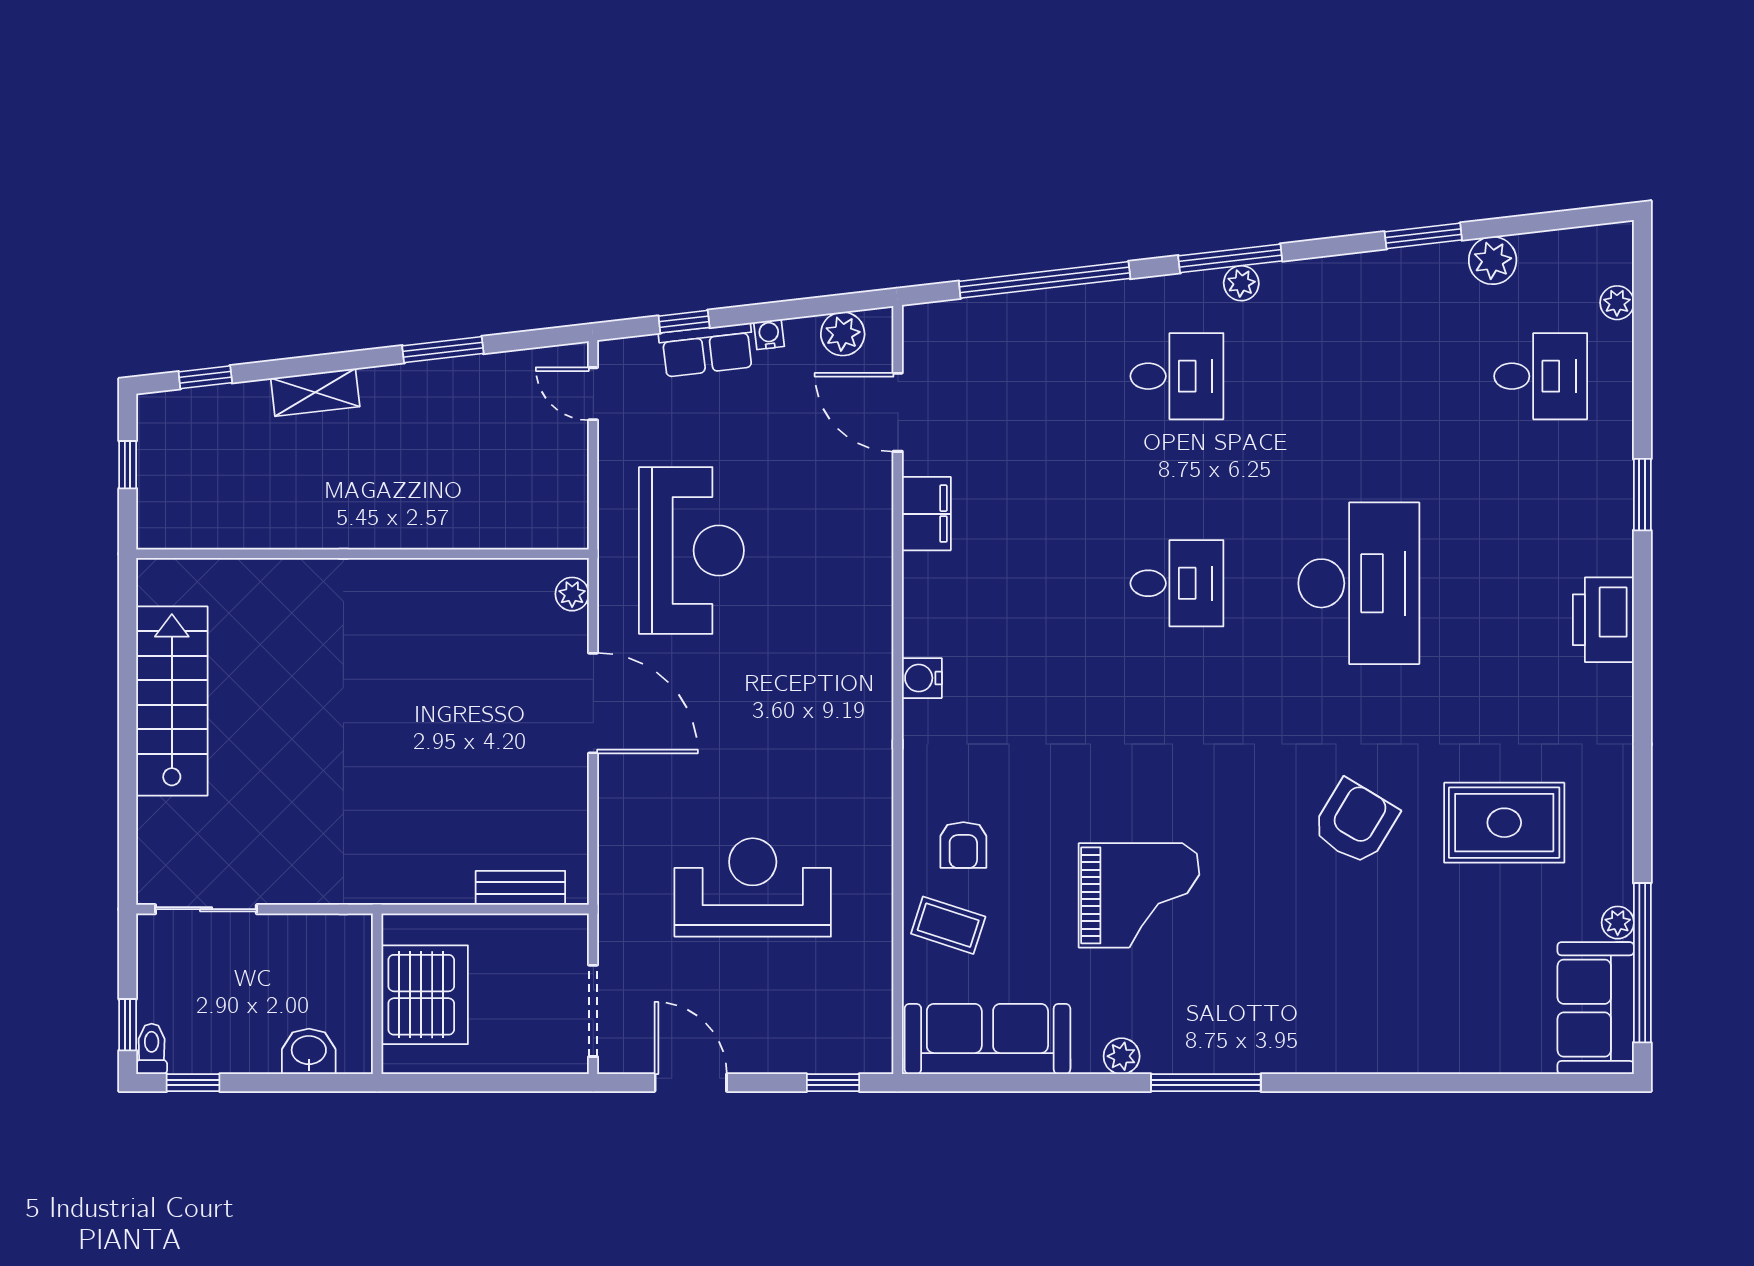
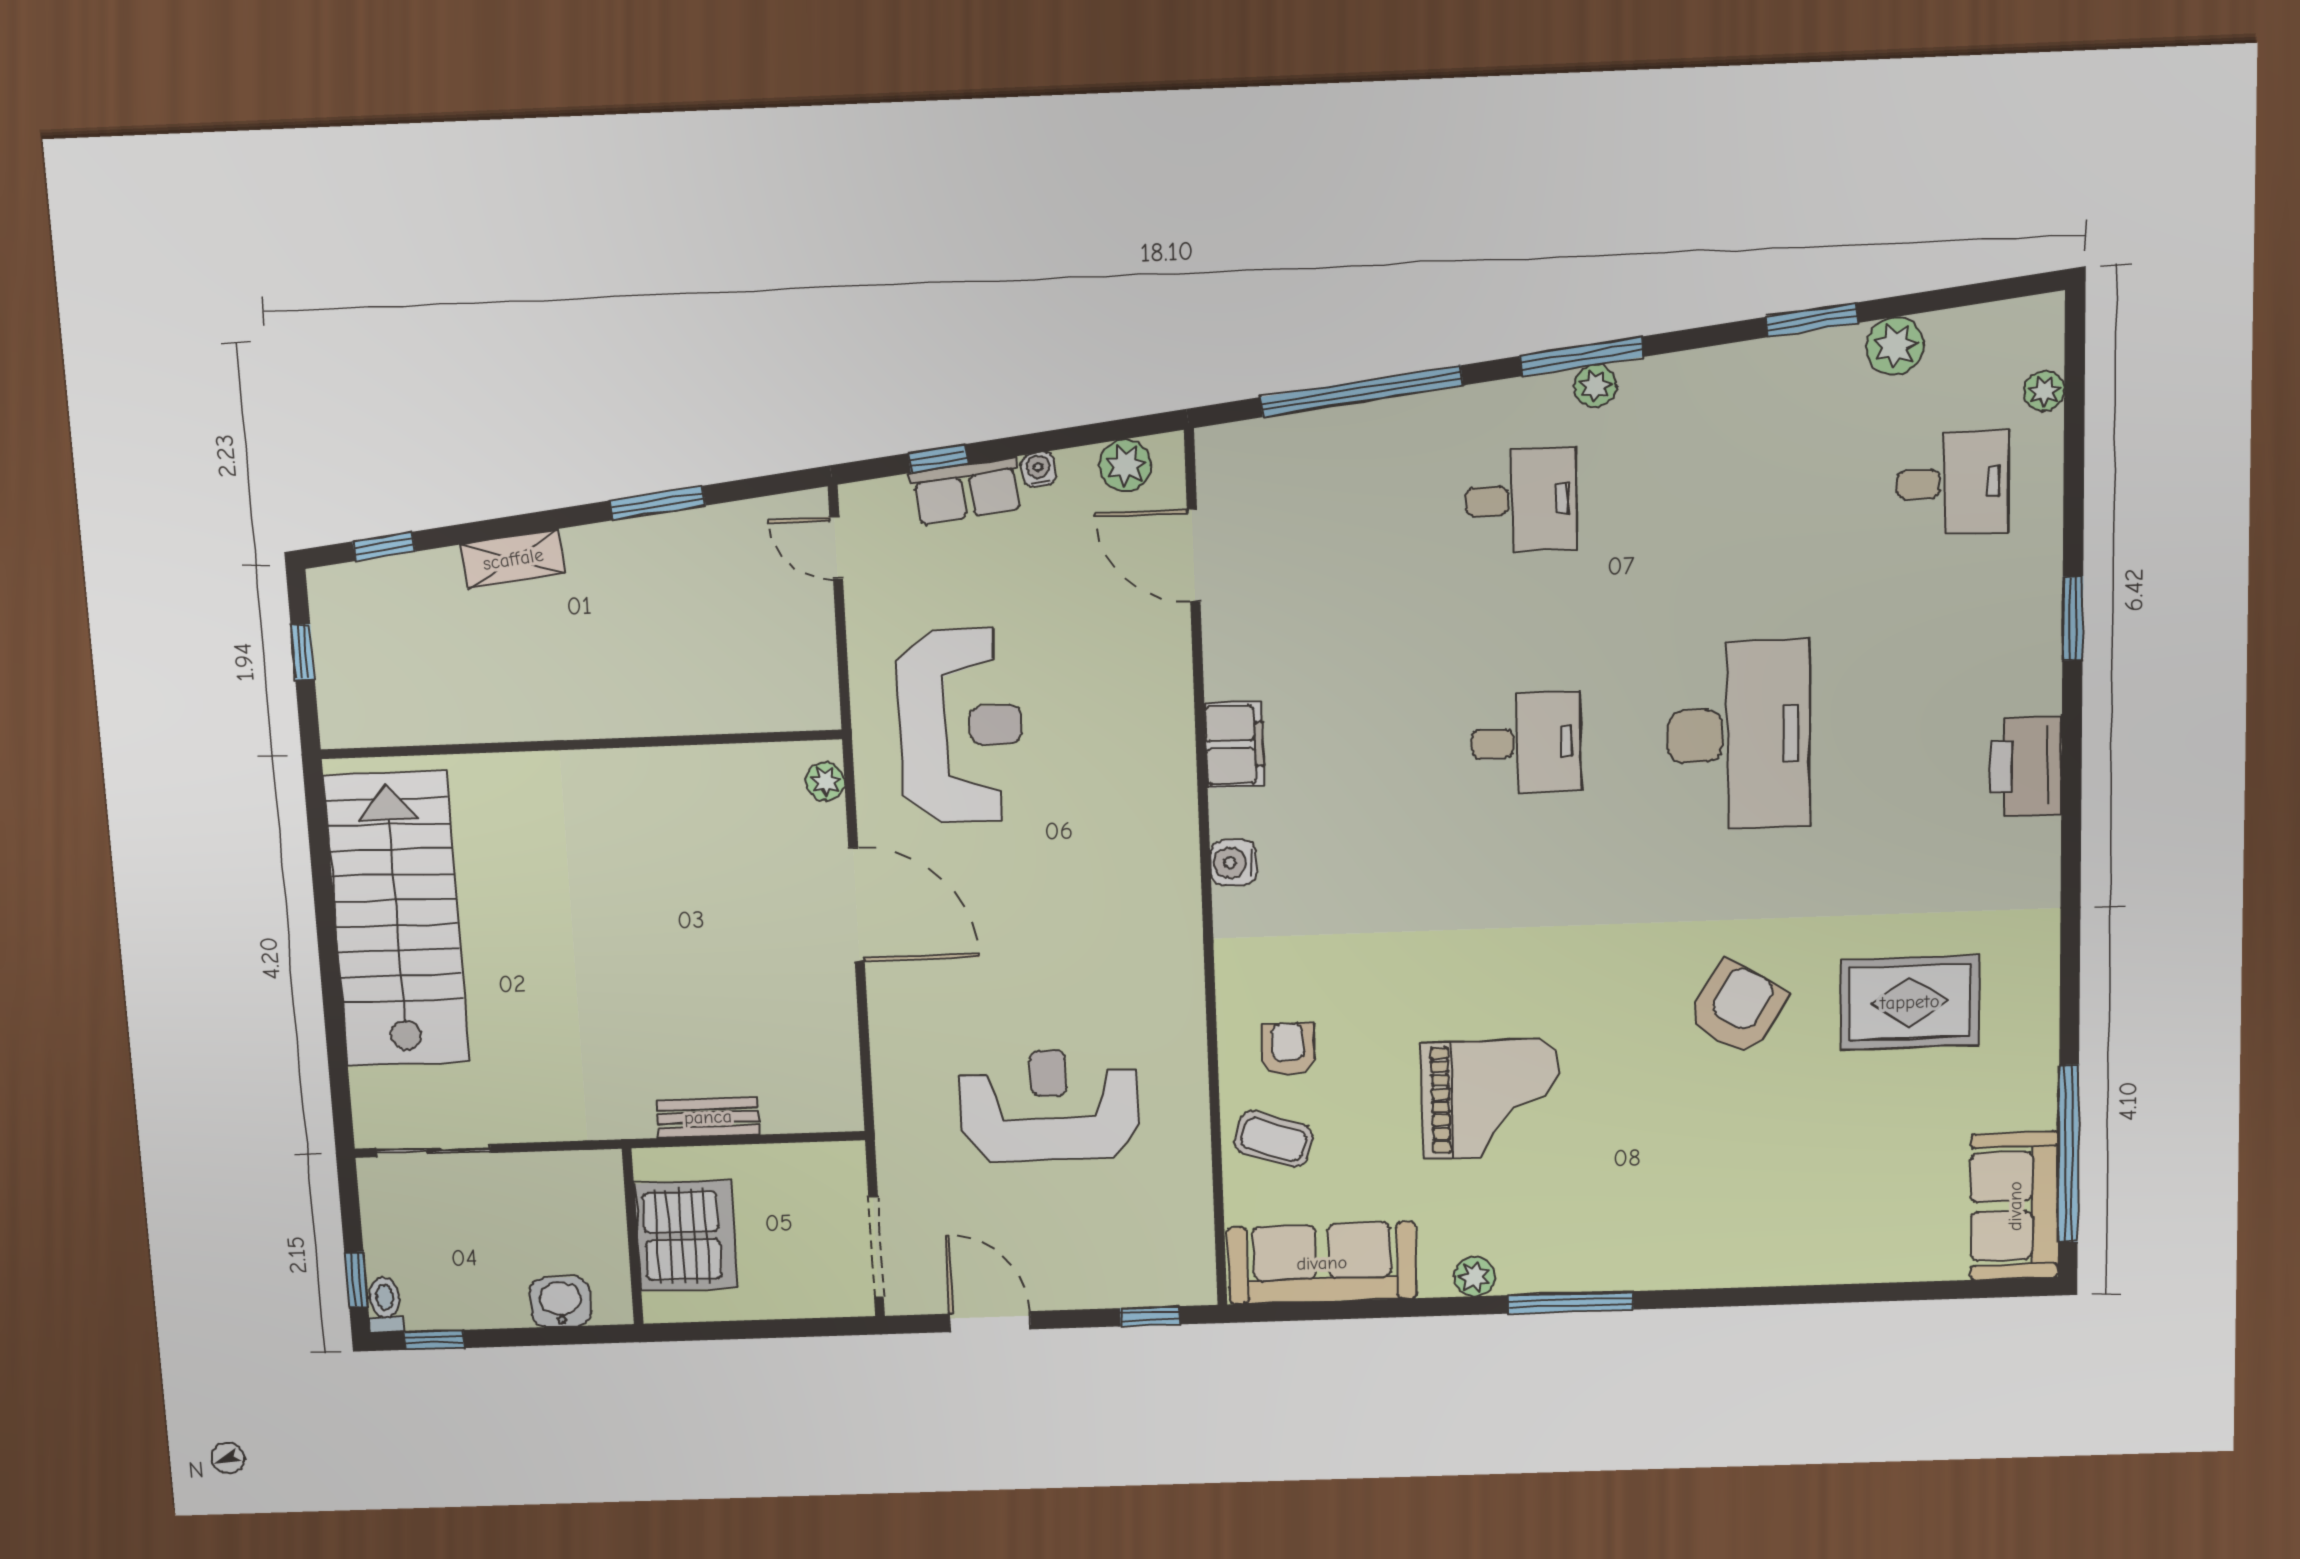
filing cabinet: (926, 514) -> (1234, 745), moved
stairs: (172, 701) -> (396, 919), width x1.36, depth x1.51
armchair: (963, 845) -> (1288, 1049), turned 180
bench: (520, 888) -> (708, 1117), moved
plant: (1618, 923) -> (2040, 1110), removed

